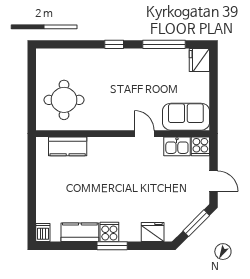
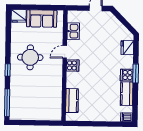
window: (164, 44) -> (7, 103), moved
round table: (64, 100) -> (30, 57), moved
sofa: (186, 117) -> (42, 19), moved, turned -90
cooker: (200, 146) -> (73, 65), moved
window: (196, 223) -> (122, 20), removed

